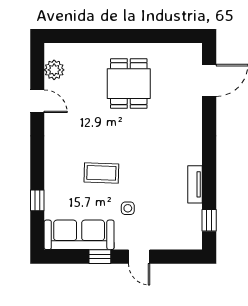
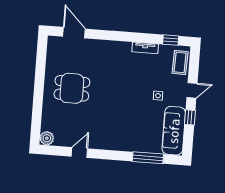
plant: (54, 70) -> (47, 138), moved
coffee table: (101, 173) -> (180, 62), moved
window: (37, 200) -> (148, 158), width x2.17

